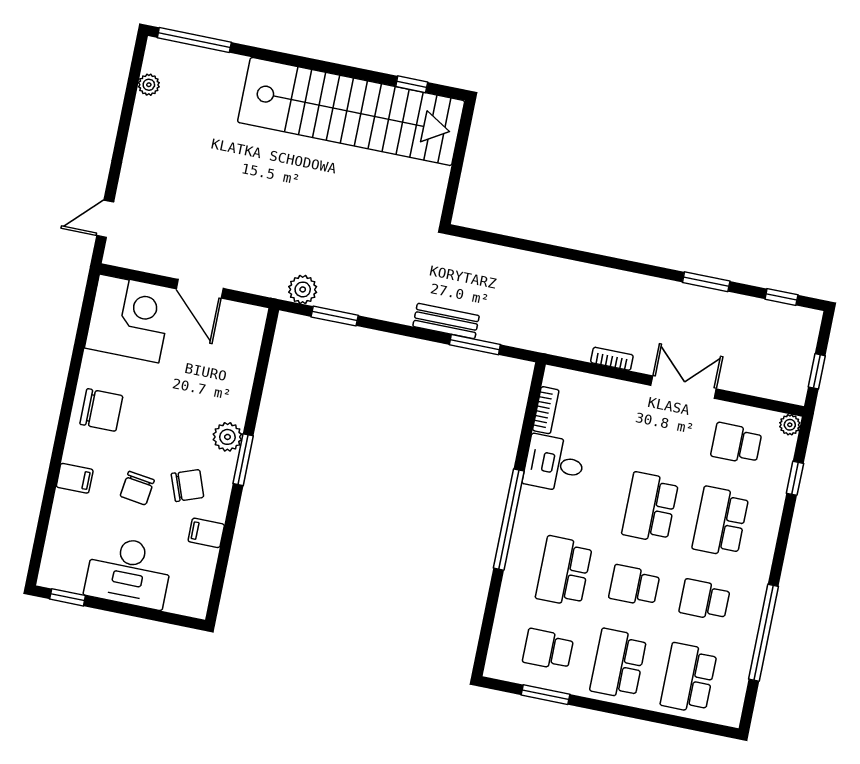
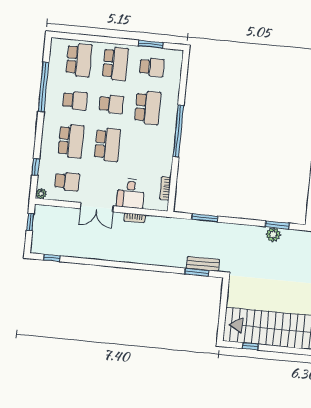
window: (706, 282) -> (197, 272), moved
plant: (303, 289) -> (273, 235), moved
bench: (446, 321) -> (203, 264), moved
desk: (554, 464) -> (131, 193), moved, turned 90

